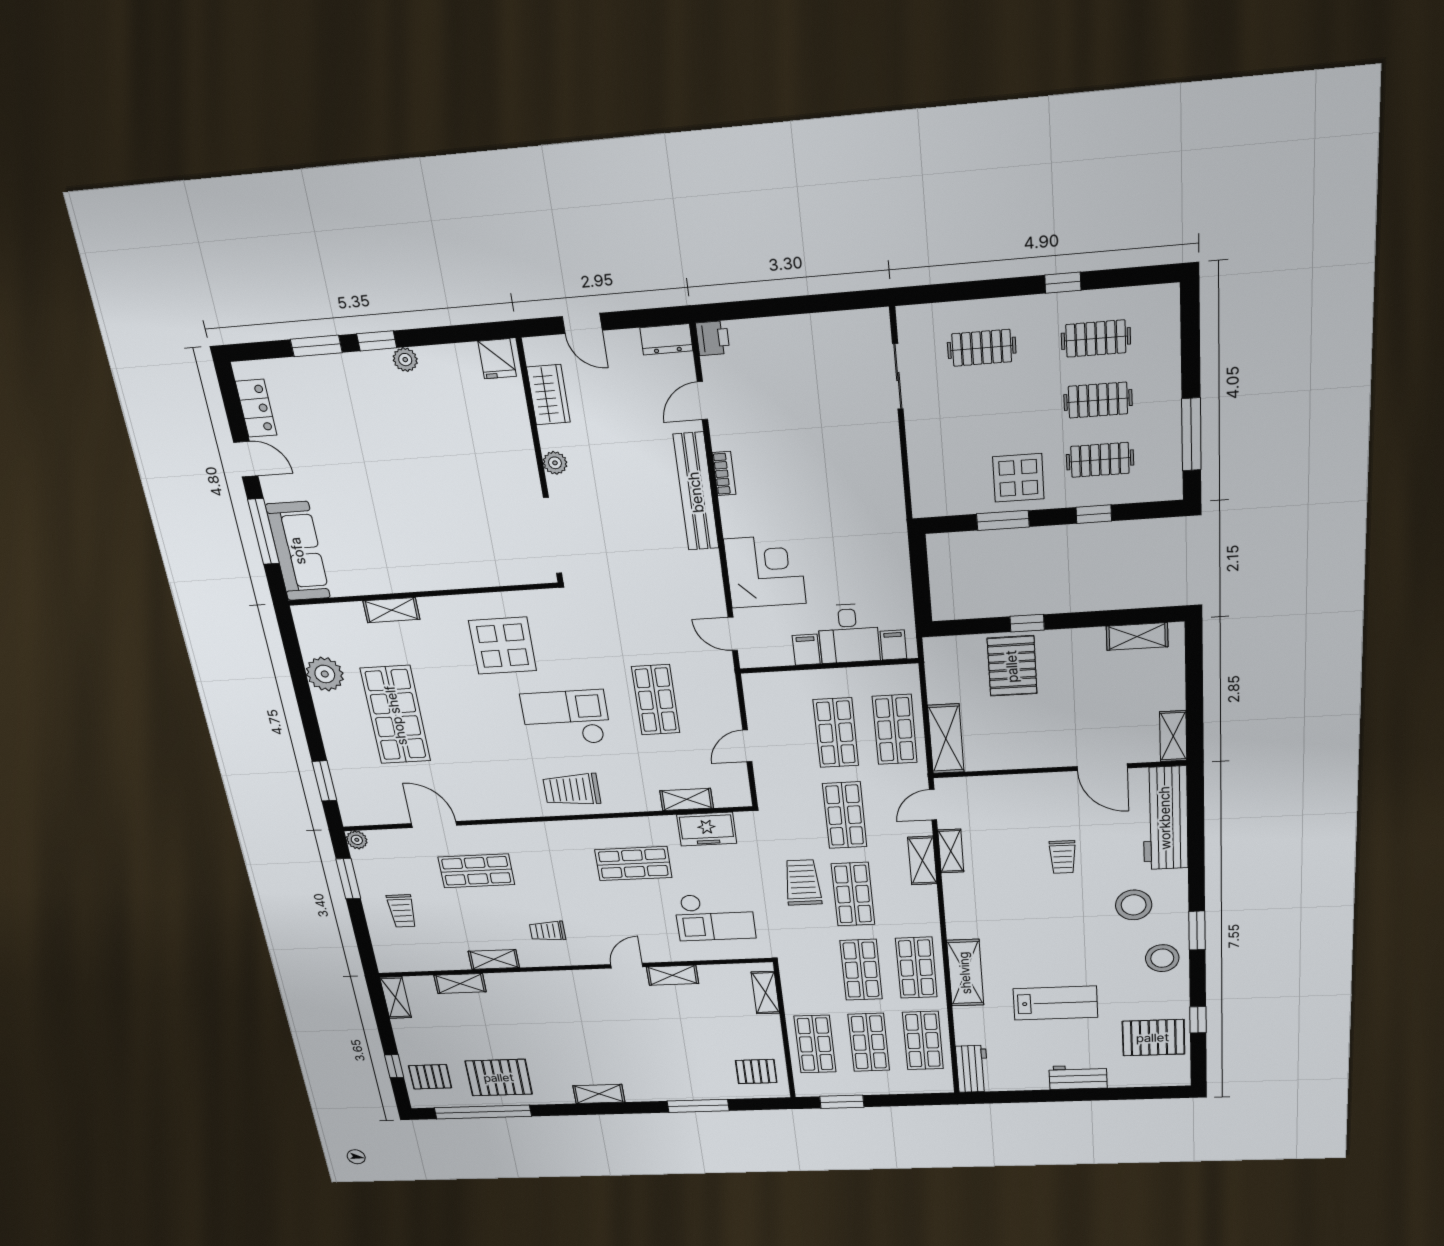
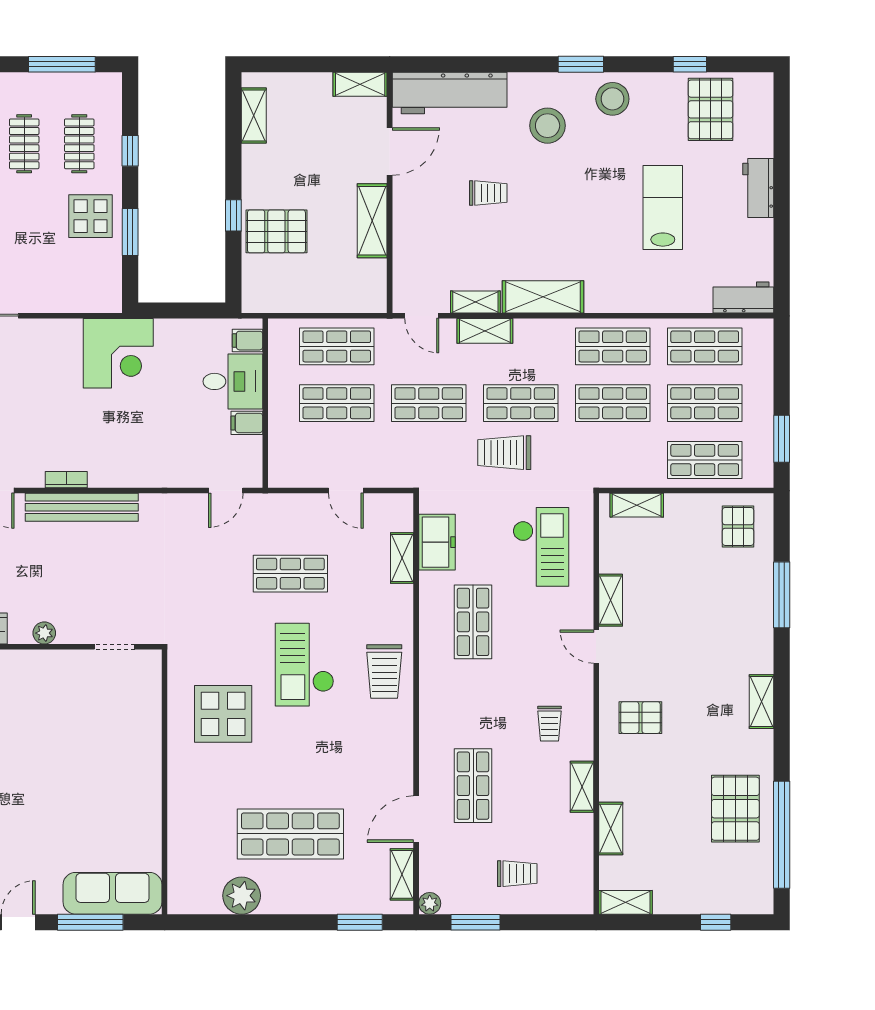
doorway: (553, 536) -> (115, 647), width x0.53
corner desk: (765, 571) -> (118, 353), moved, turned 180
shelving: (391, 610) -> (402, 874), moved
shelving: (946, 739) -> (372, 221), moved, turned 90
shelving: (965, 973) -> (543, 297), moved
pallet: (430, 1077) -> (640, 718), moved, turned 90

